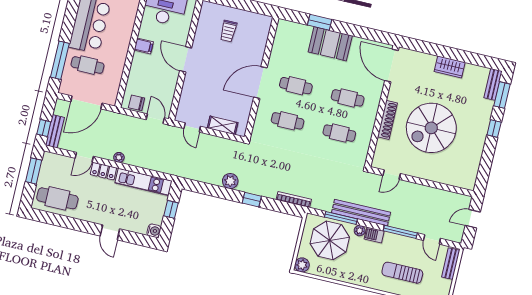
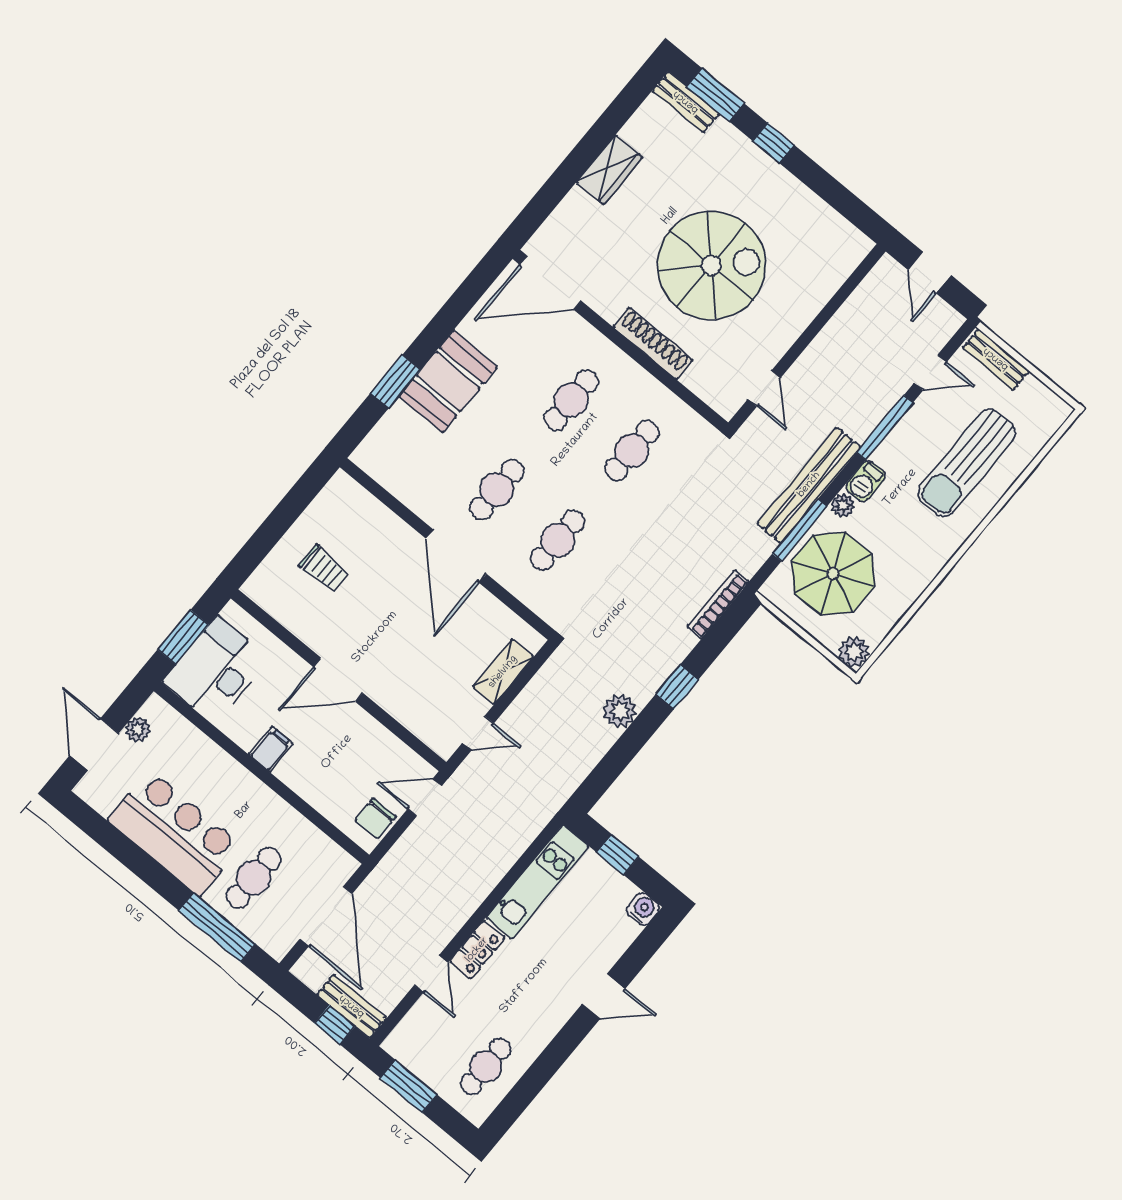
spiral stairs: (431, 128) -> (711, 265), turned -90
plant: (119, 157) -> (465, 906), removed
cafe table: (57, 198) -> (486, 1066), width x0.73, depth x0.74
sun lounger: (402, 273) -> (967, 463), width x1.36, depth x1.34

